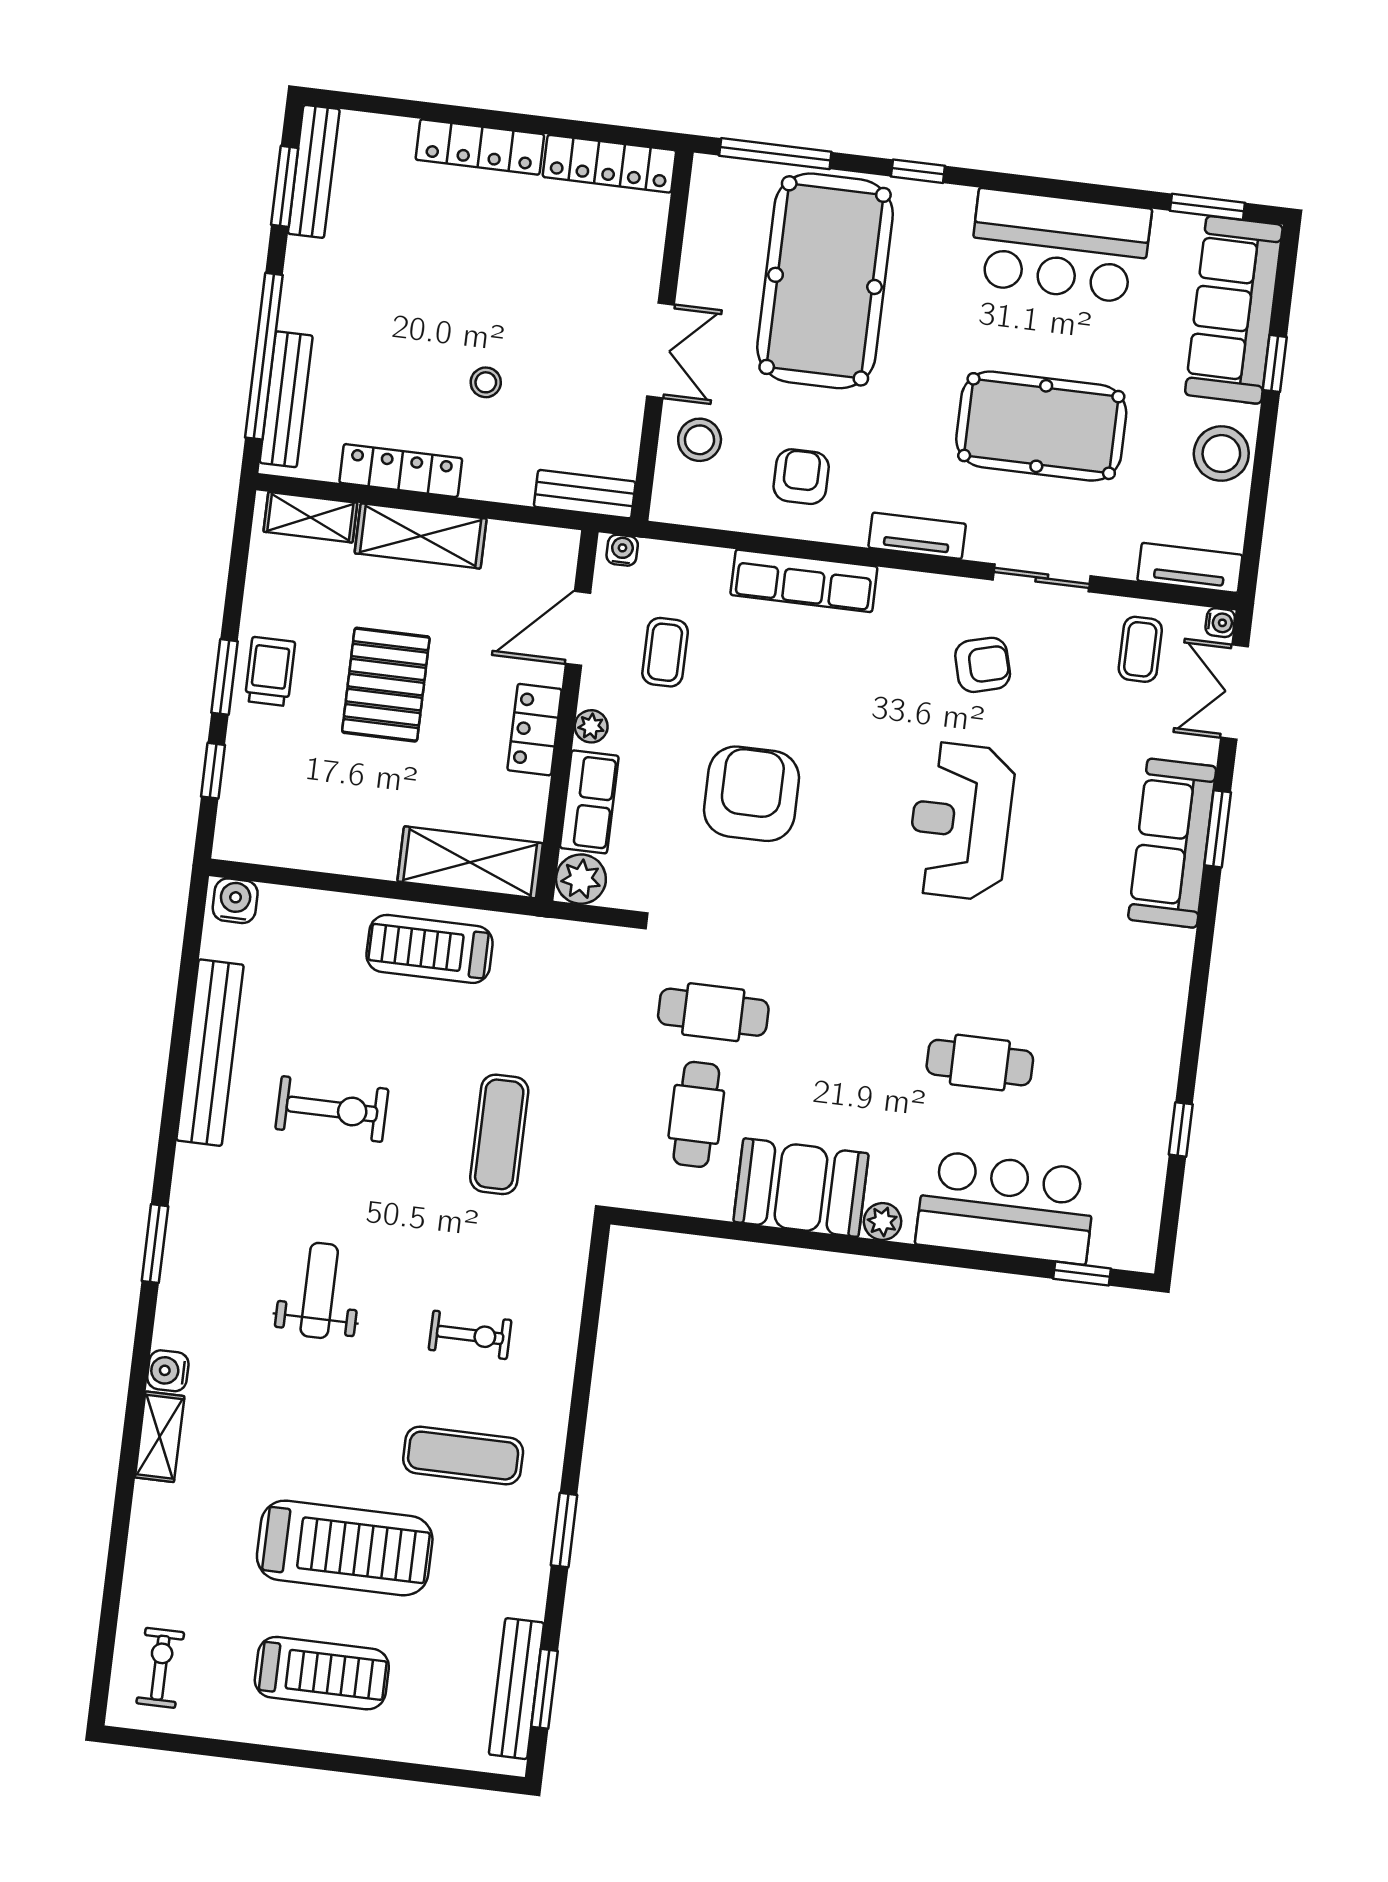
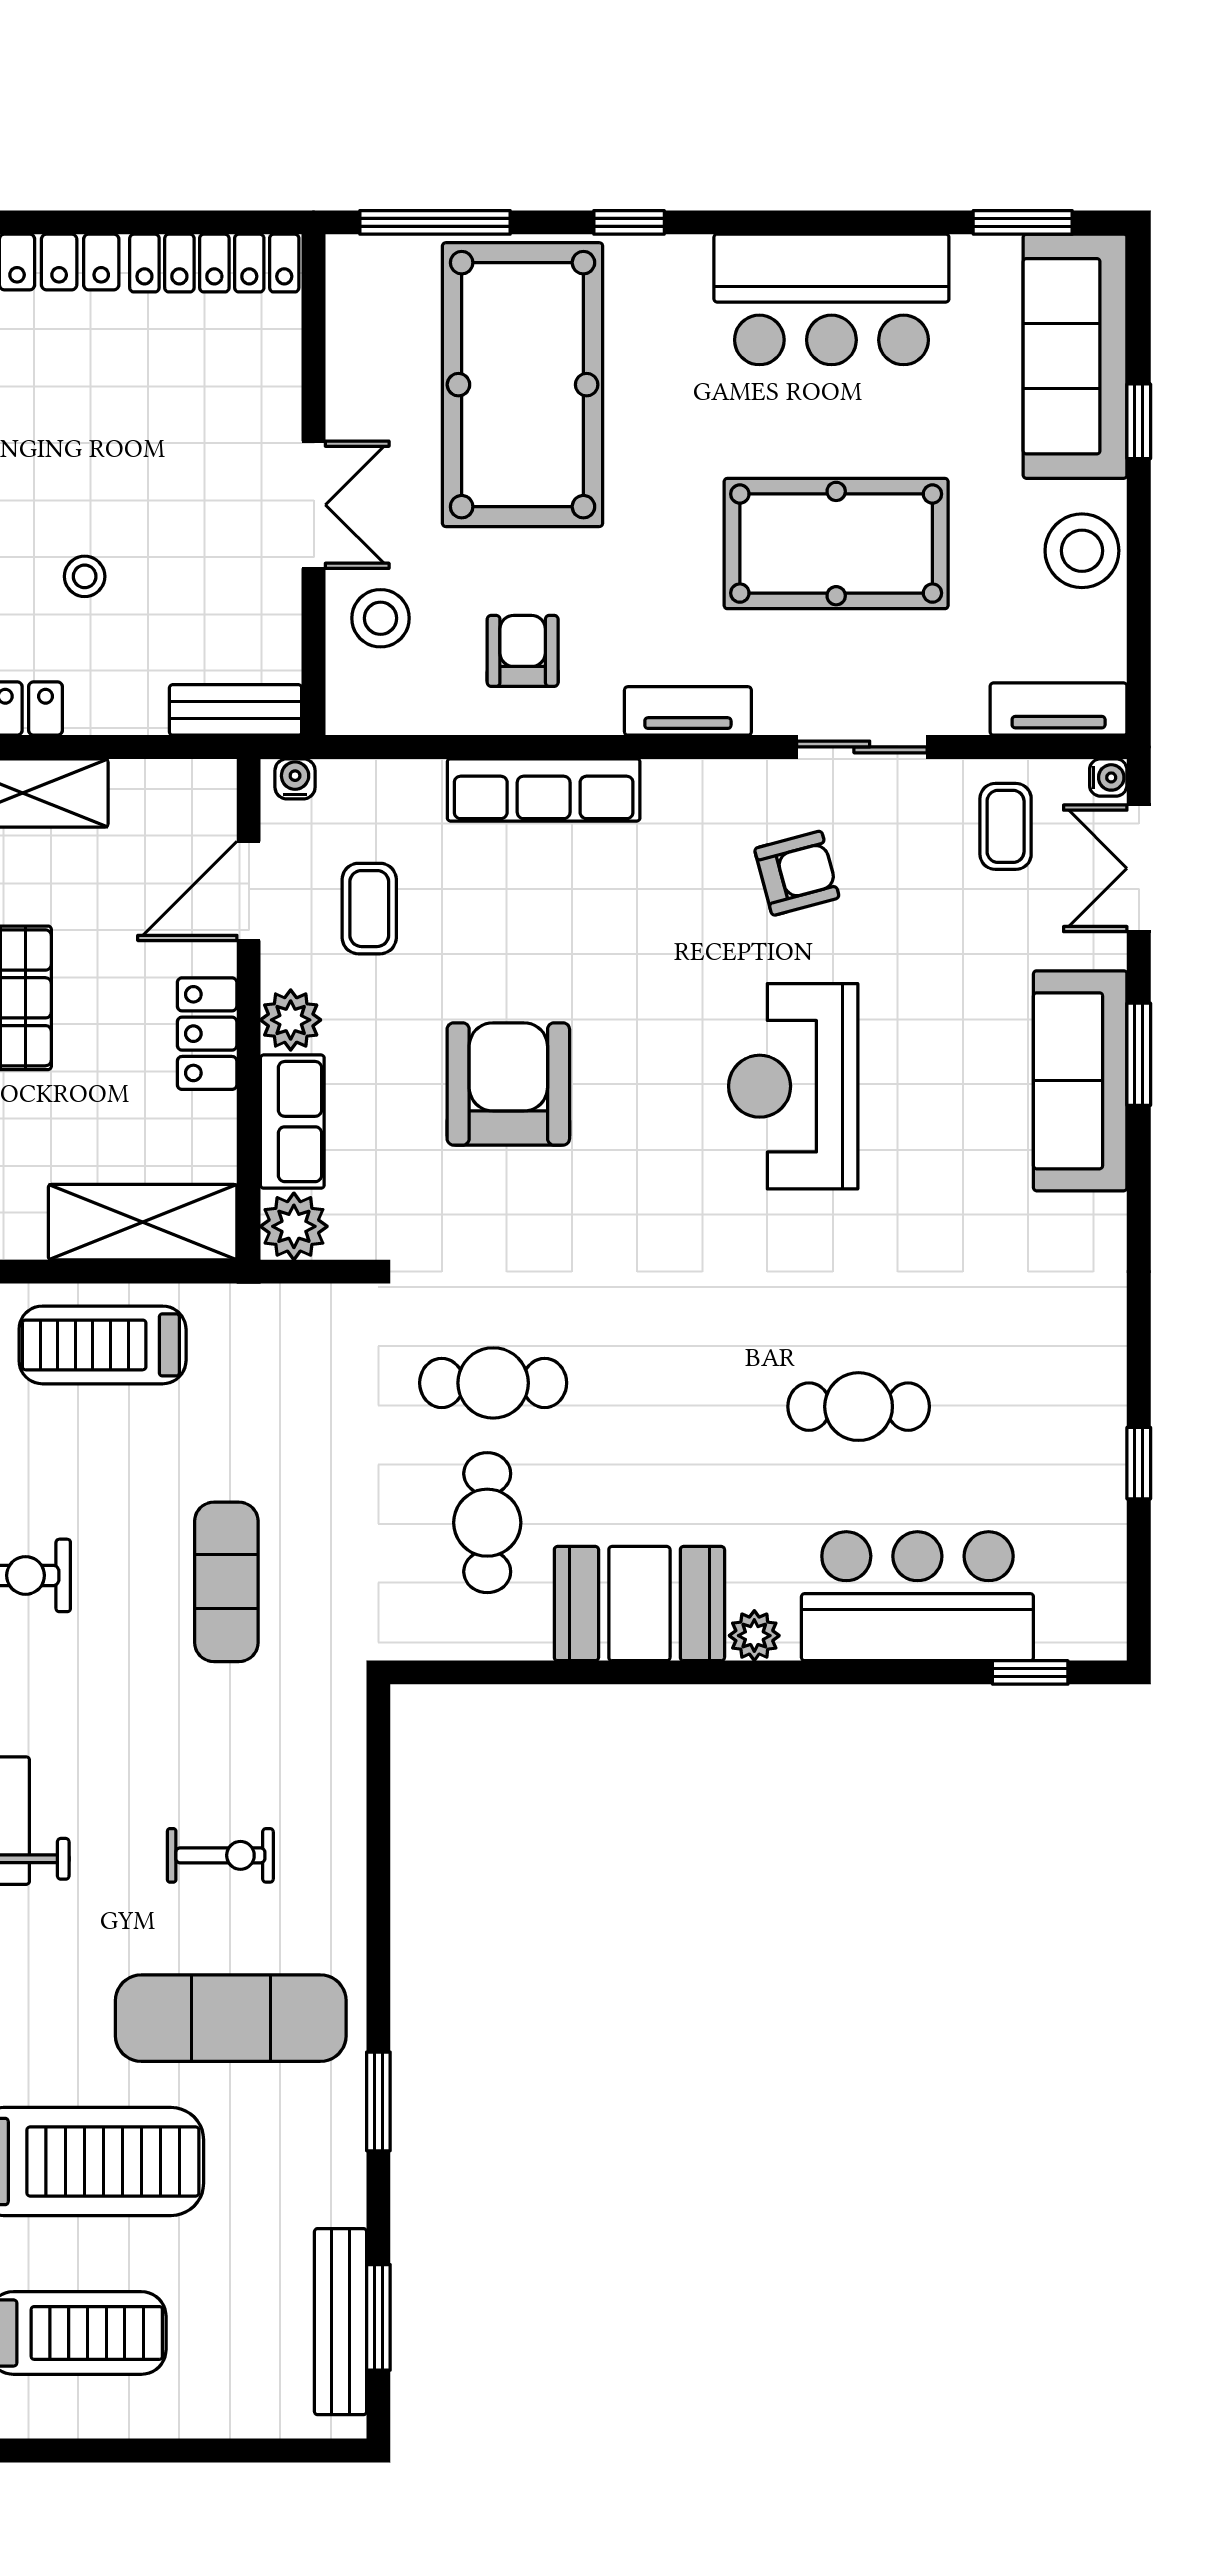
plant: (591, 726) -> (291, 1020), width x1.38, depth x1.38
exercise mat: (463, 1456) -> (231, 2018), width x1.36, depth x1.45

